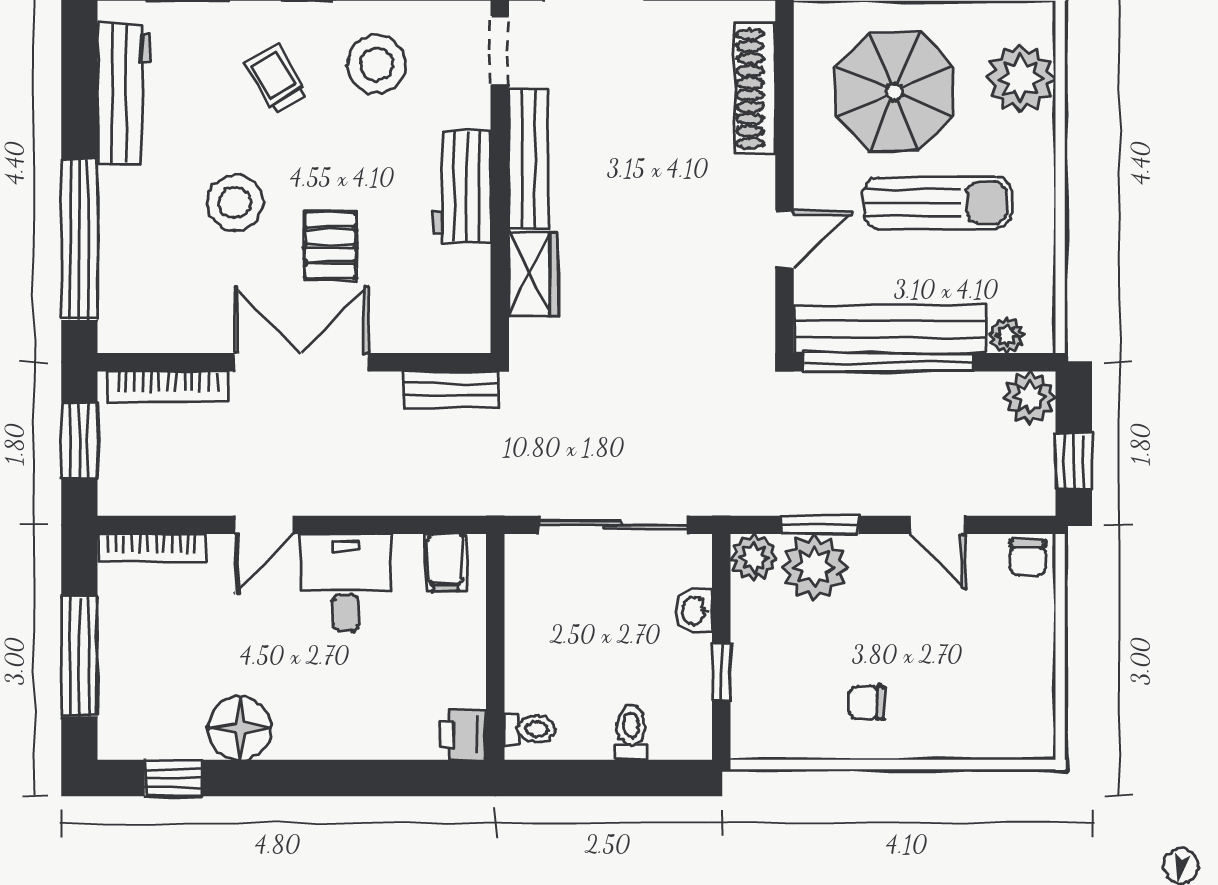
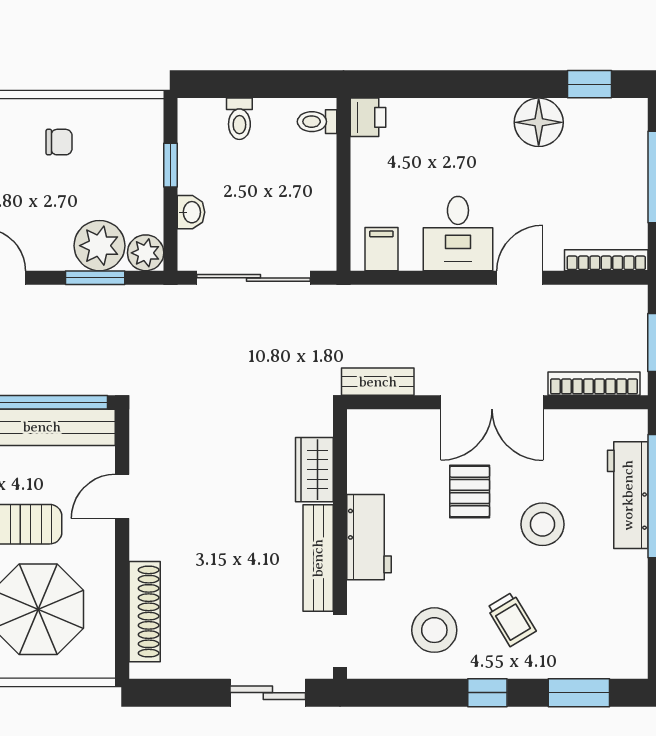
workbench: (124, 93) -> (628, 495), moved

